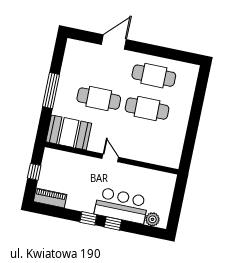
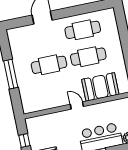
booth: (69, 132) -> (100, 87), moved

